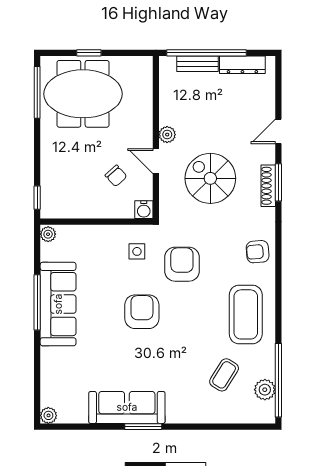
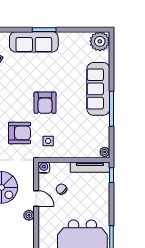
tv unit: (71, 210) -> (90, 167), added
armchair: (182, 264) -> (20, 133), turned -90
sofa: (58, 304) -> (98, 89), moved
sofa: (127, 407) -> (34, 42), moved
plant: (48, 415) -> (100, 41), width x1.88, depth x1.88

